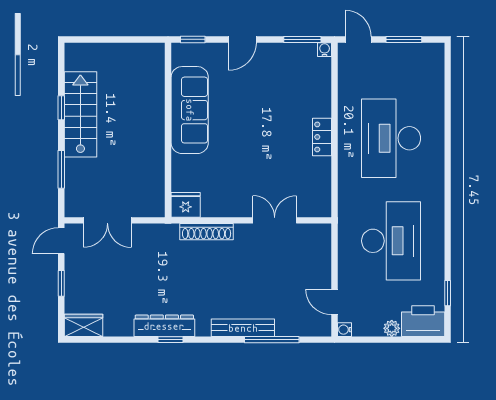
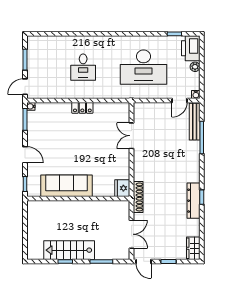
desk: (391, 138) -> (83, 67), width x0.53, depth x0.77
shoe rack: (207, 232) -> (138, 197), moved
desk: (391, 241) -> (144, 67), turned 180
bench: (243, 328) -> (195, 122), moved

